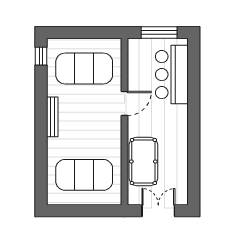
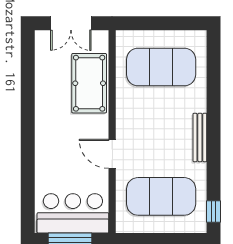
bar counter: (172, 75) -> (73, 213), moved, turned -90
door: (124, 103) -> (112, 154), hinge flipped

